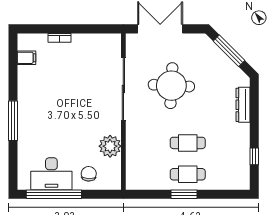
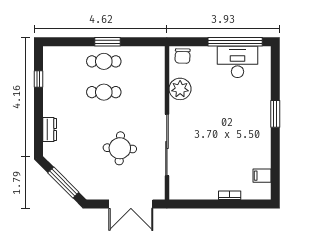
round table: (171, 86) -> (120, 148), width x0.73, depth x0.73
dresser: (243, 105) -> (50, 130), width x0.70
window: (13, 121) -> (275, 114), width x0.69
chair: (89, 174) -> (183, 56), moved

